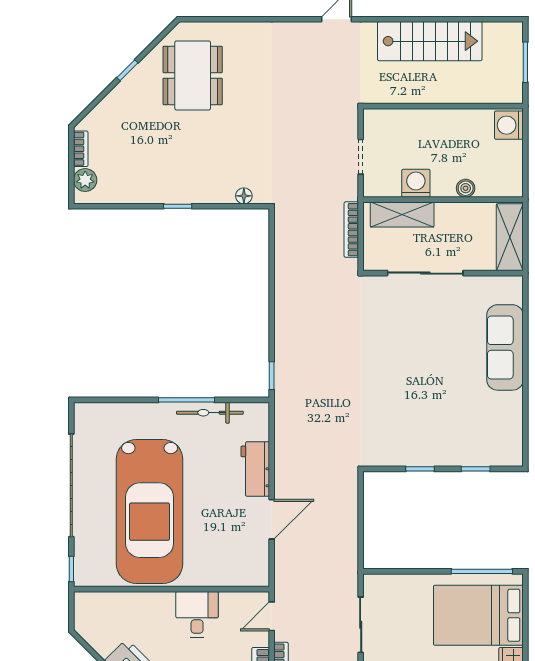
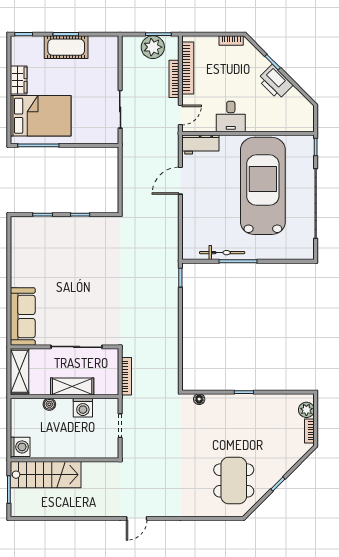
stairs: (430, 41) -> (46, 475), moved, turned 180
shelving: (402, 215) -> (72, 387), moved
sofa: (505, 347) -> (23, 317), moved
workbench: (255, 469) -> (200, 144), moved, turned 90

